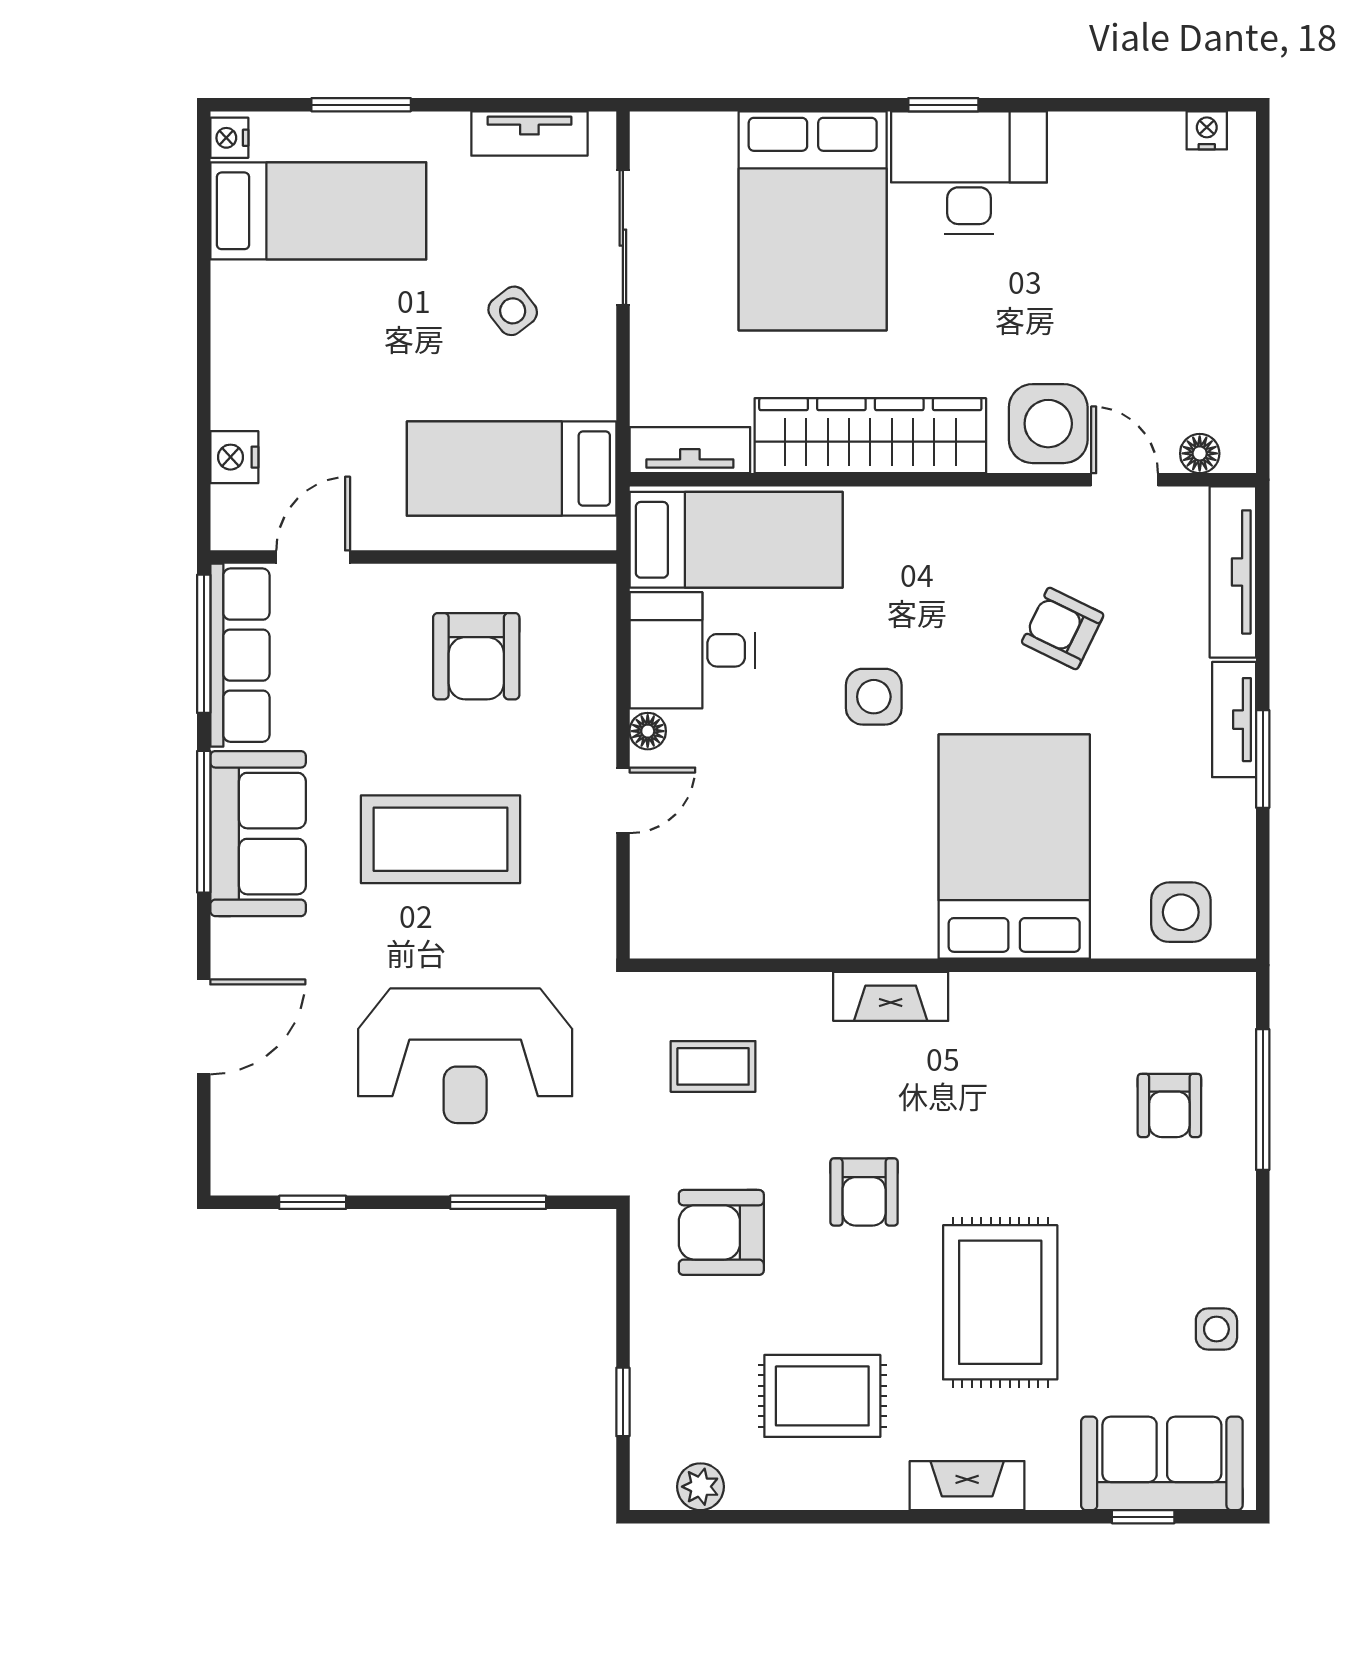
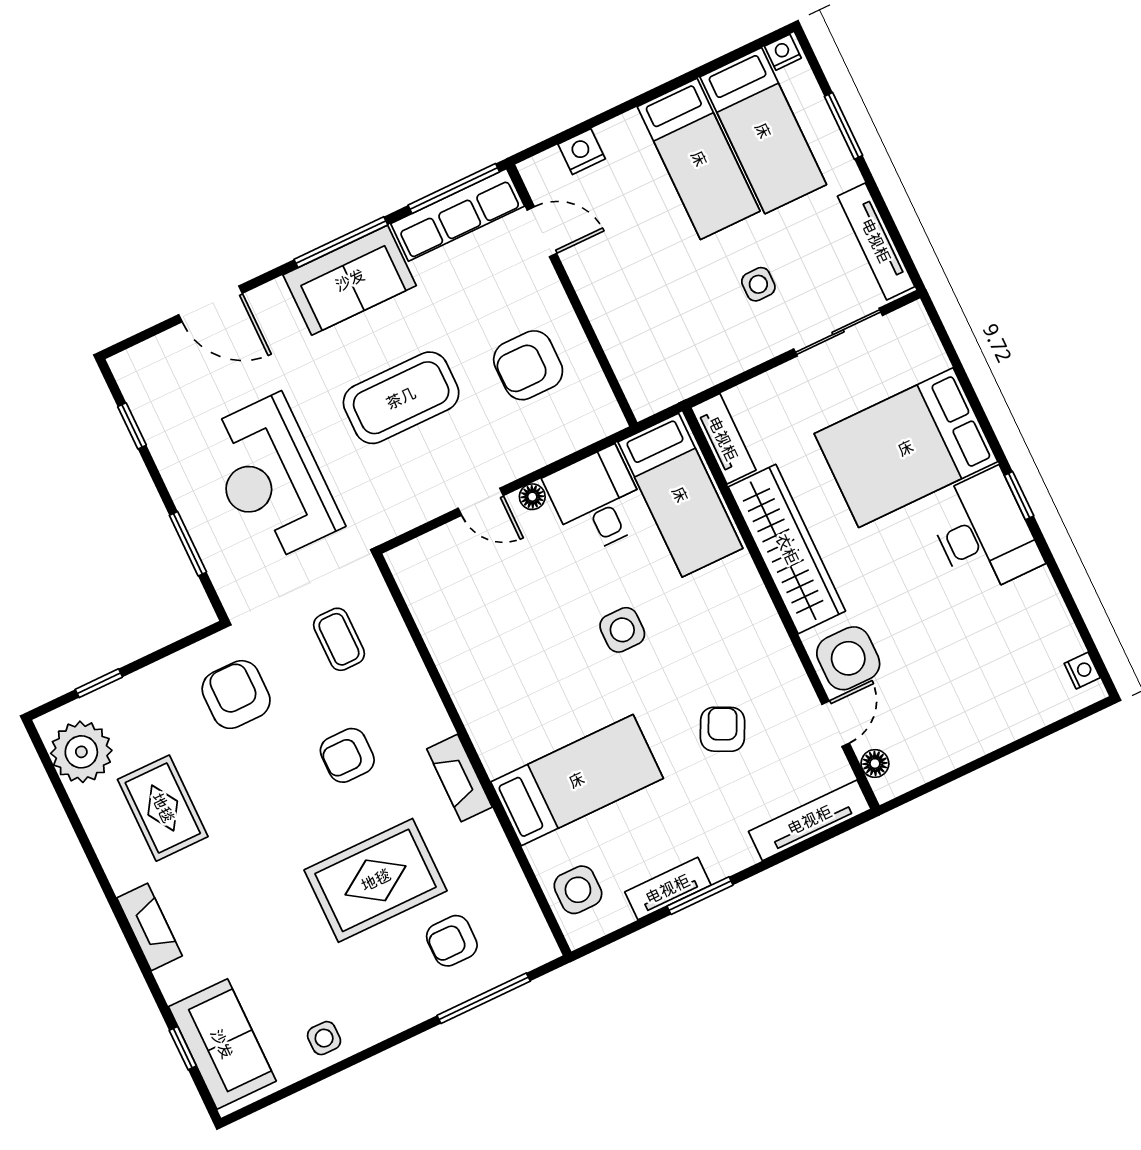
tv unit: (529, 134) -> (876, 241), width x1.41
side table: (513, 311) -> (758, 284), turned 38
bed: (512, 469) -> (699, 159), moved, turned 180
tv unit: (1234, 720) -> (668, 889), moved
coffee table: (441, 839) -> (401, 398), turned 90
bed: (1014, 846) -> (577, 780), width x0.67
fireplace: (891, 996) -> (459, 778), moved
armchair: (864, 1192) -> (347, 755), moved
rug: (1000, 1302) -> (376, 880), moved
plant: (700, 1487) -> (81, 752), width x1.88, depth x1.88

